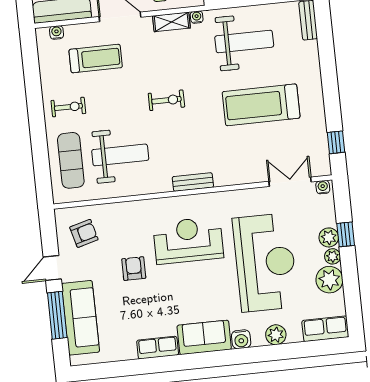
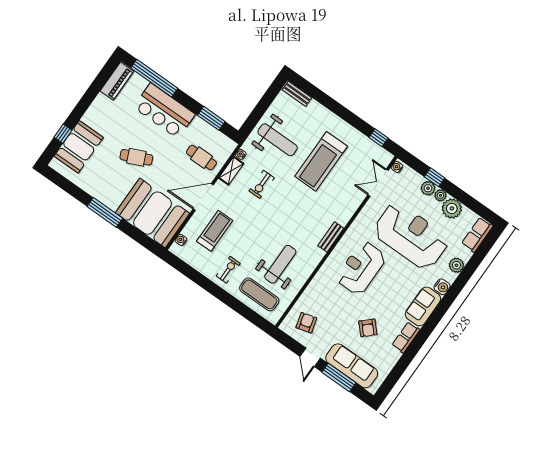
weight bench: (244, 42) -> (278, 140), turned 90
exercise bike: (166, 100) -> (262, 184), moved, turned 180
armchair: (134, 269) -> (368, 328), moved, turned -133

